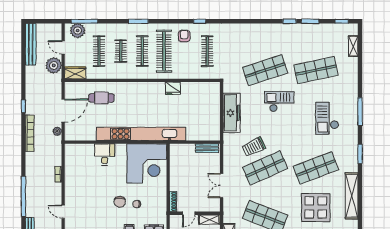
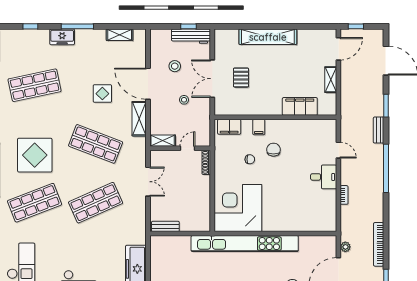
trolley: (254, 147) -> (109, 228), removed
desk: (105, 155) -> (324, 177), moved, turned -90
chair: (120, 202) -> (273, 150), moved

